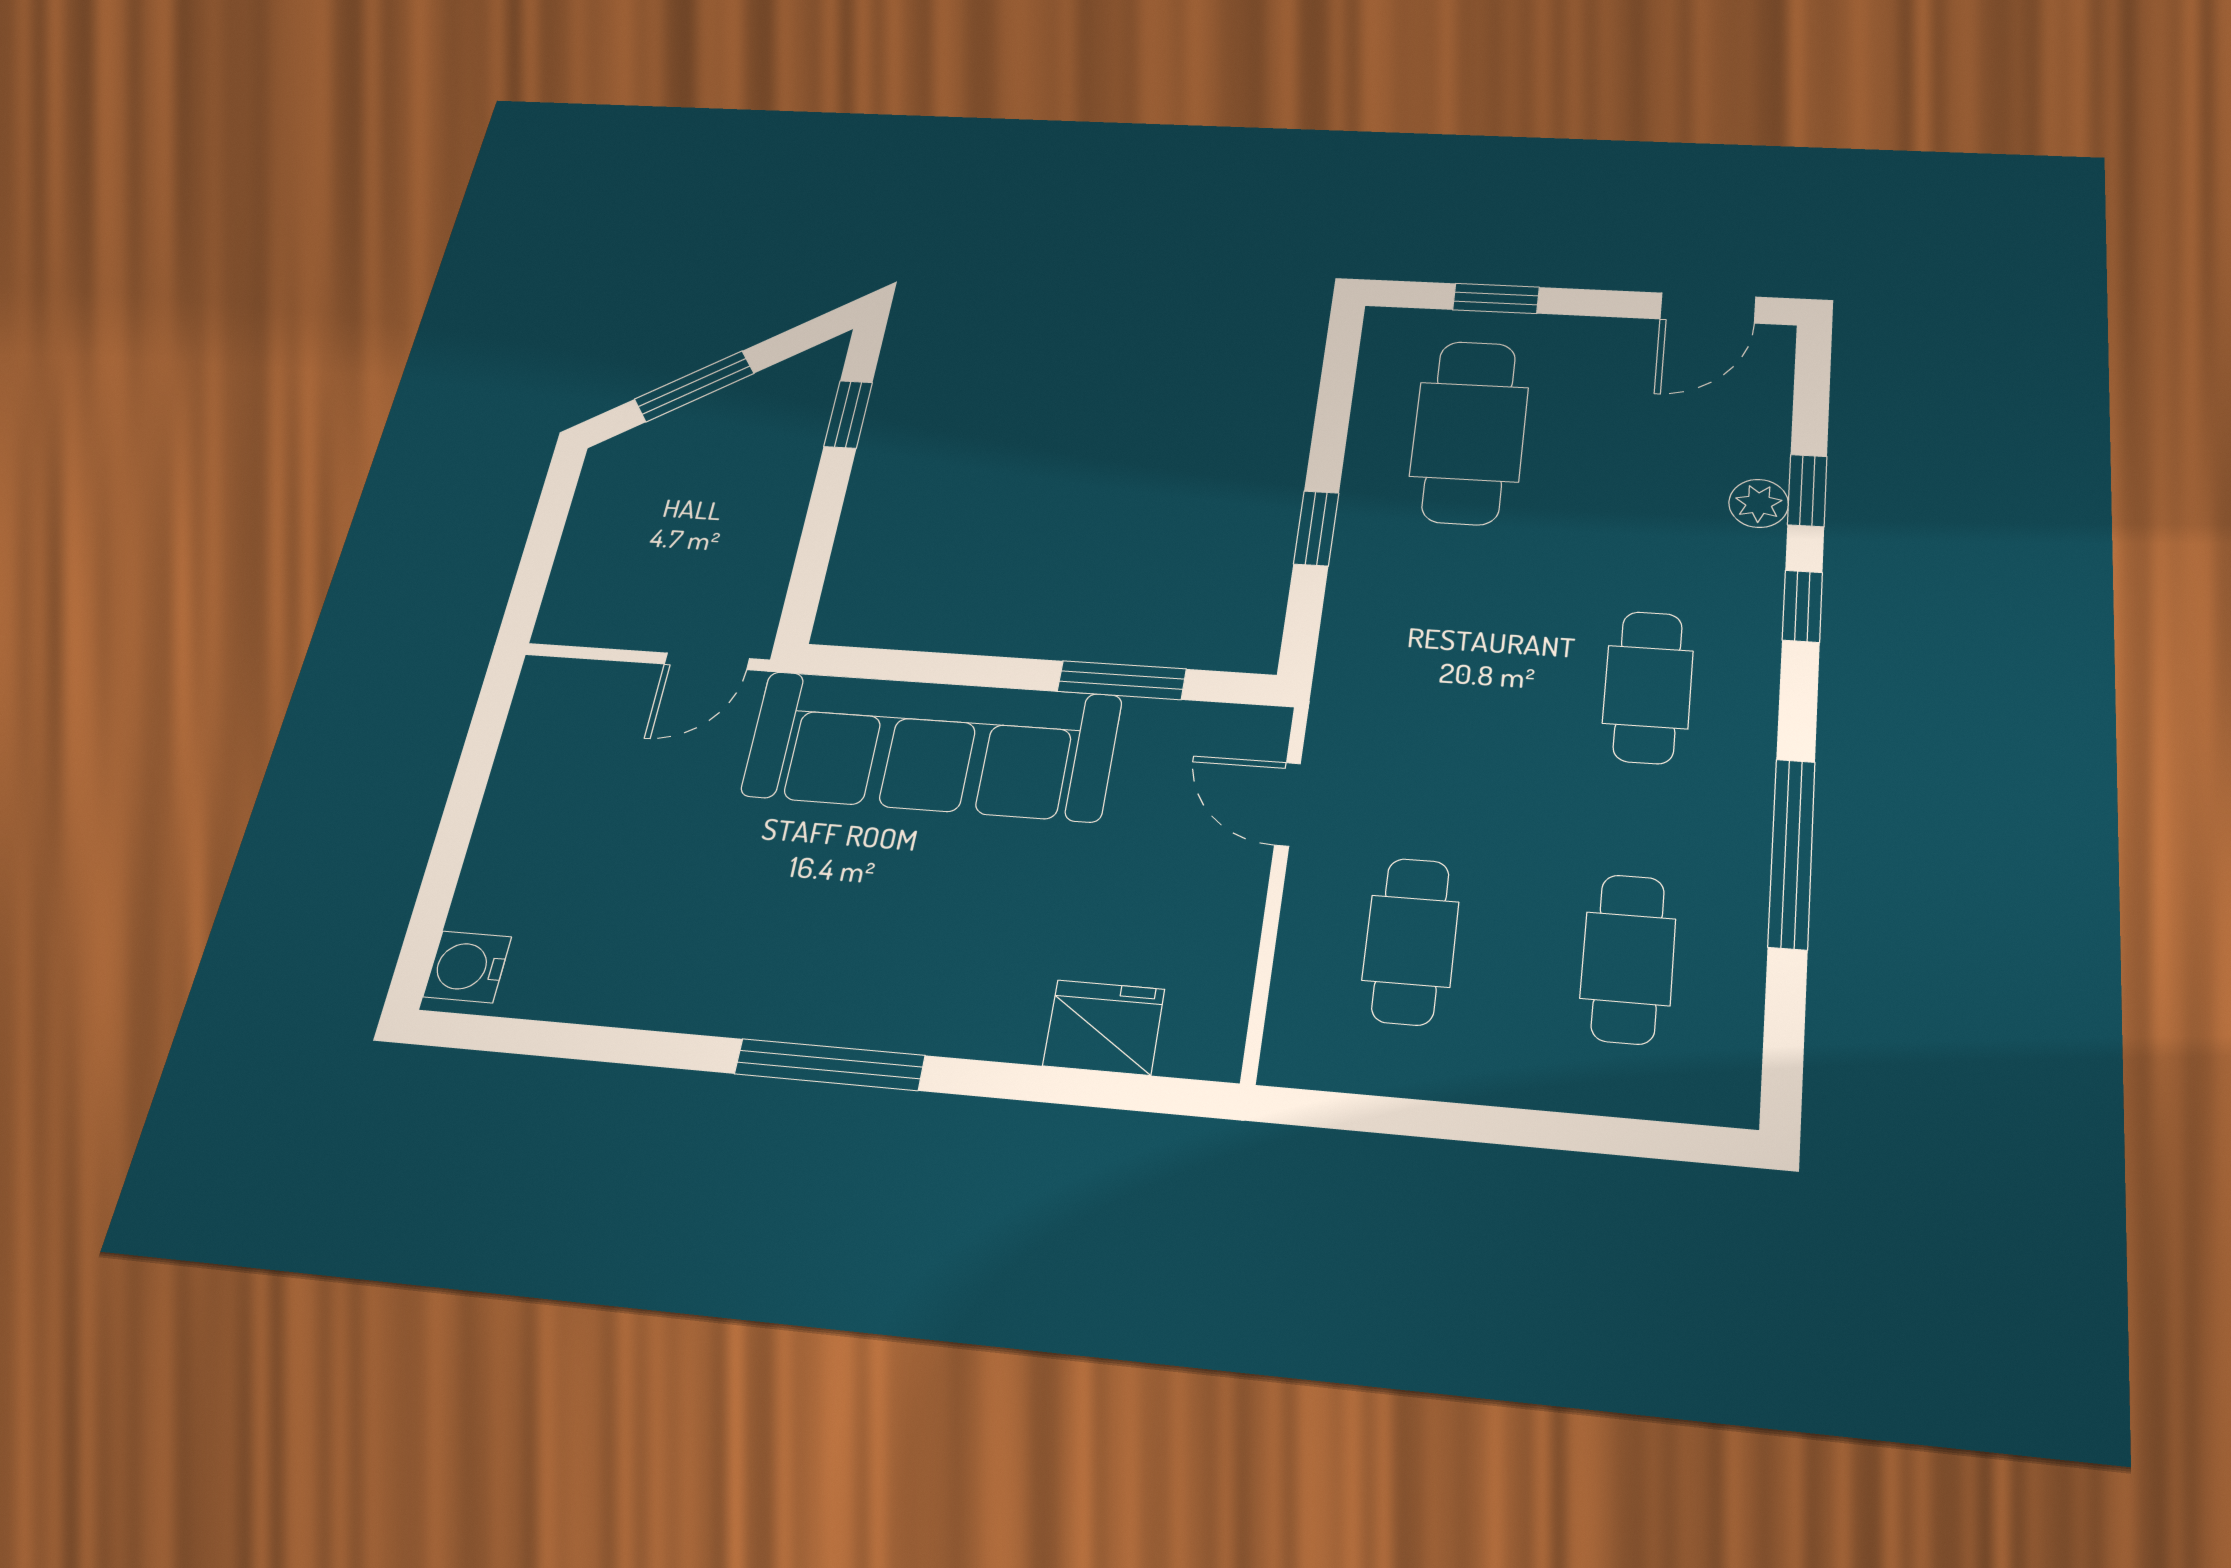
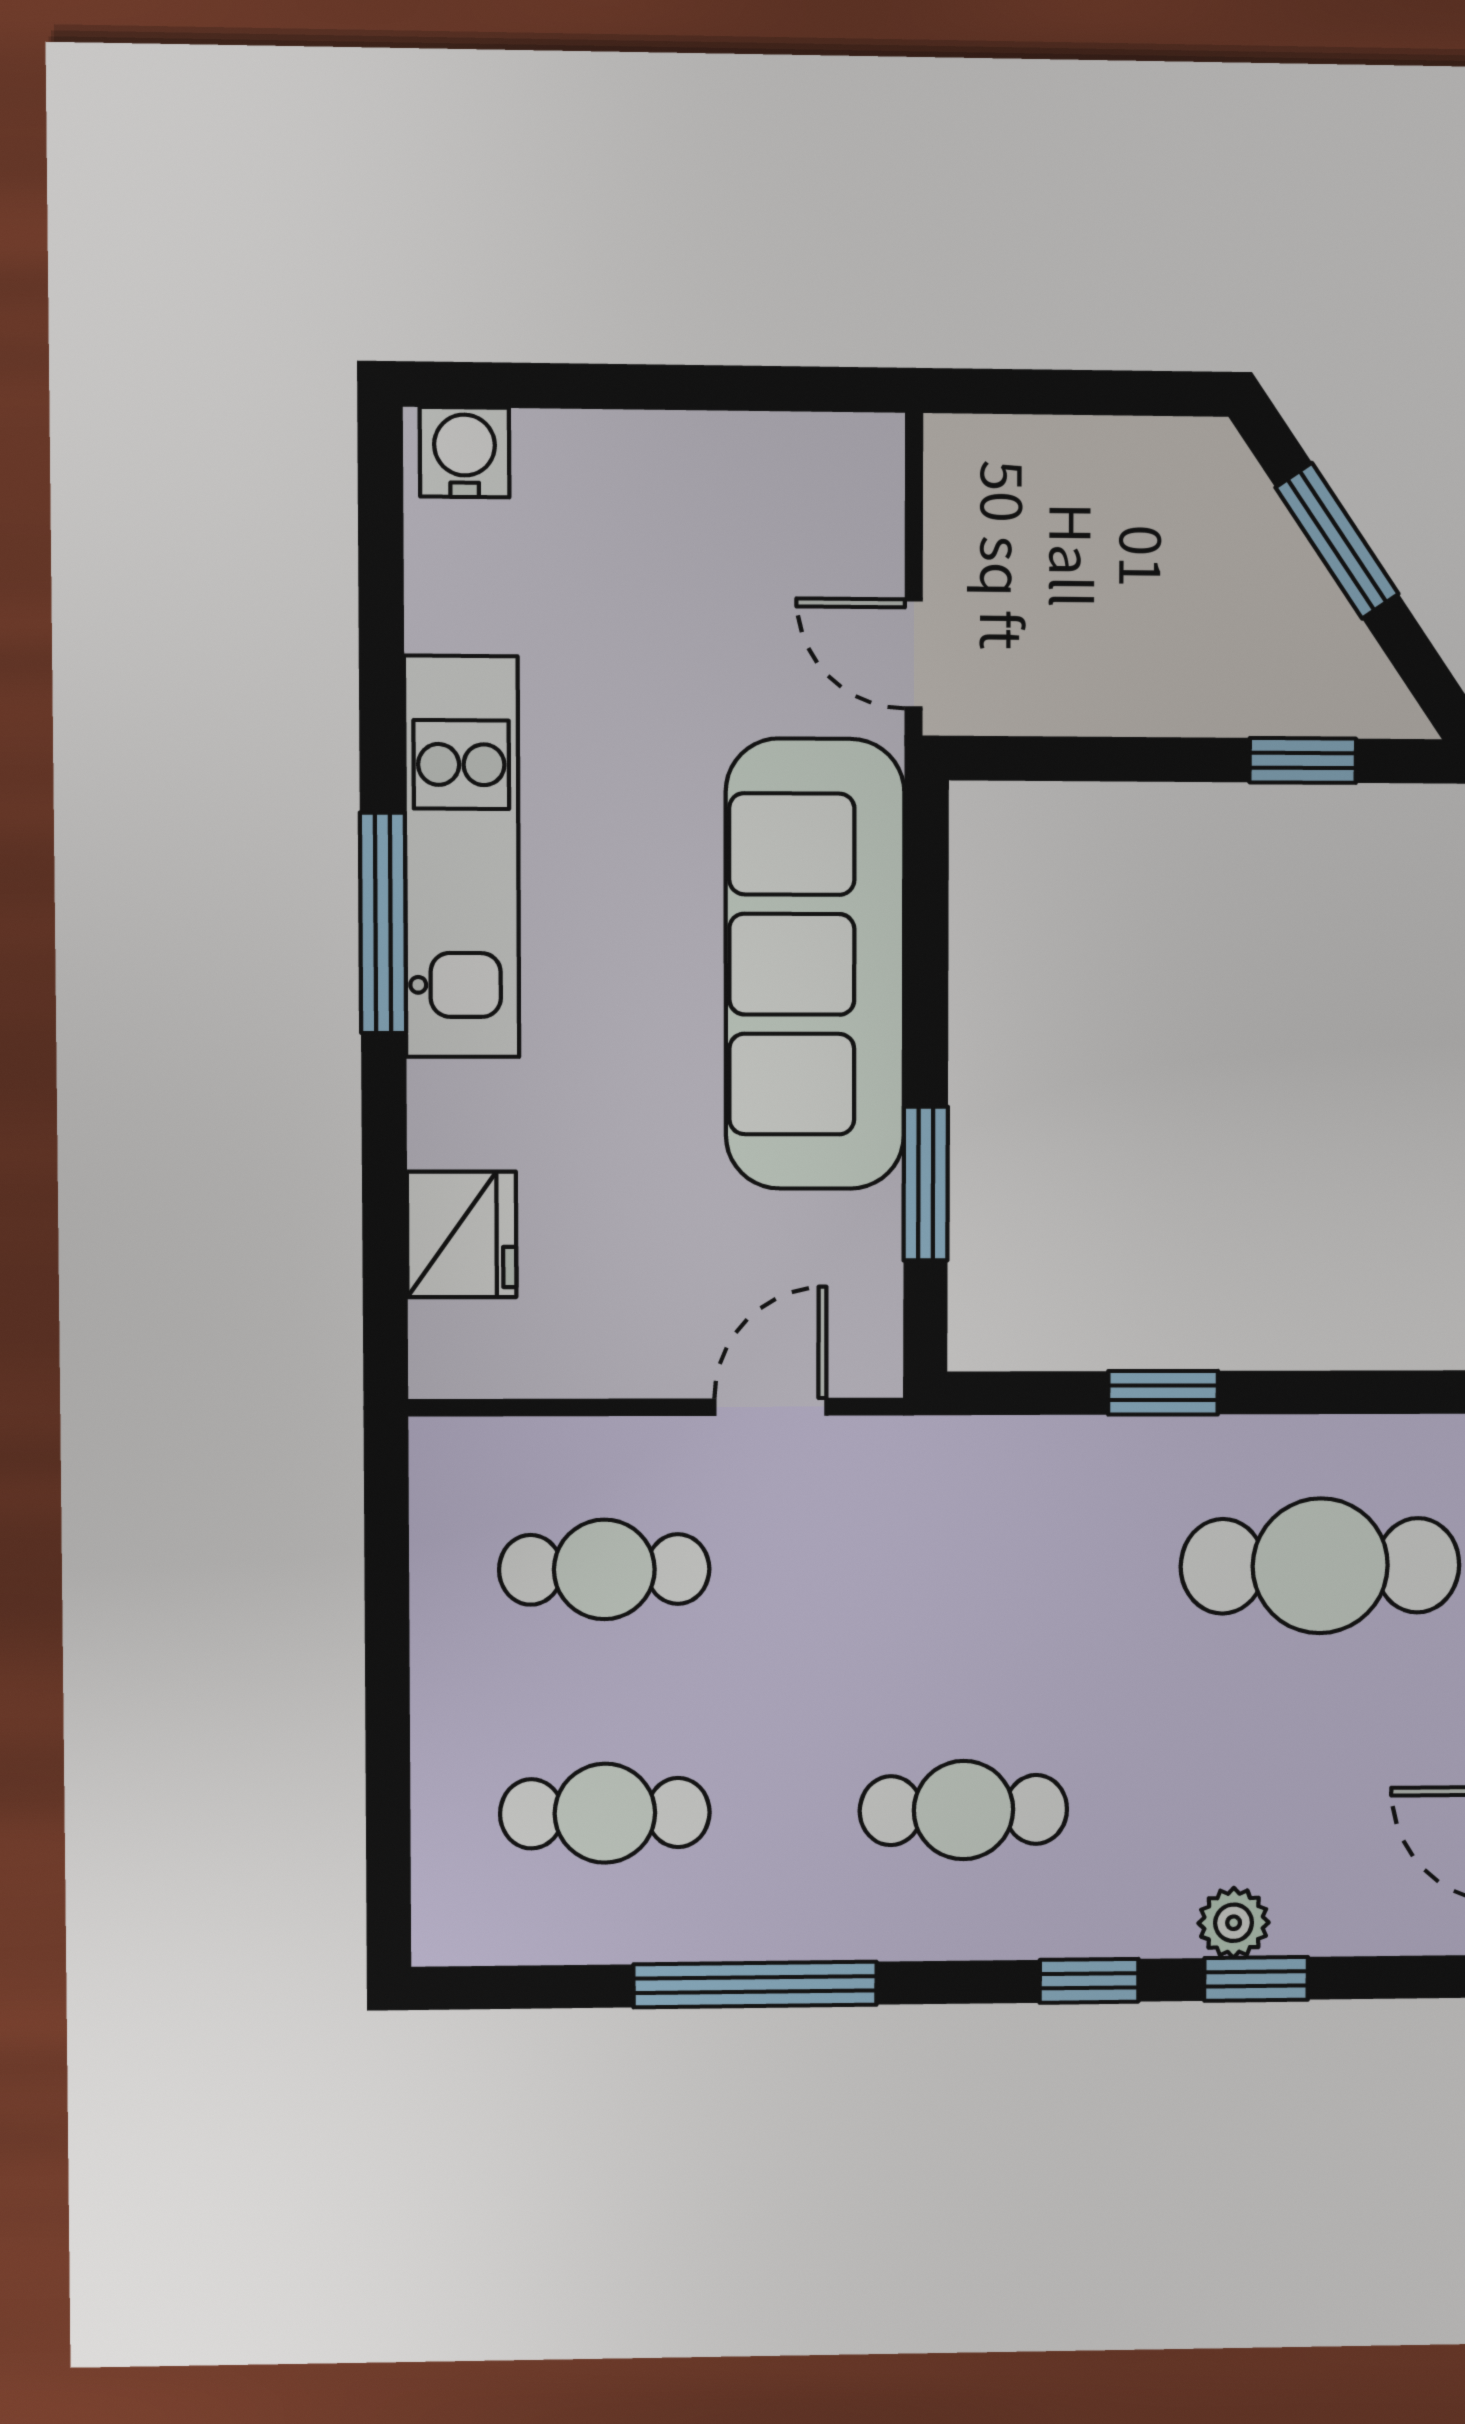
kitchen unit: (789, 998) -> (462, 857), added

